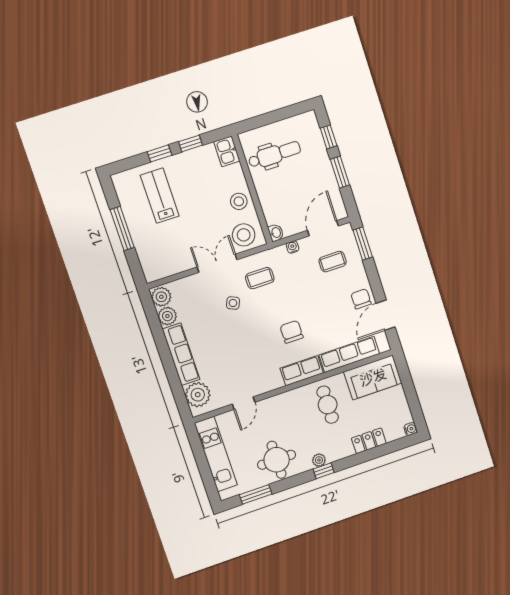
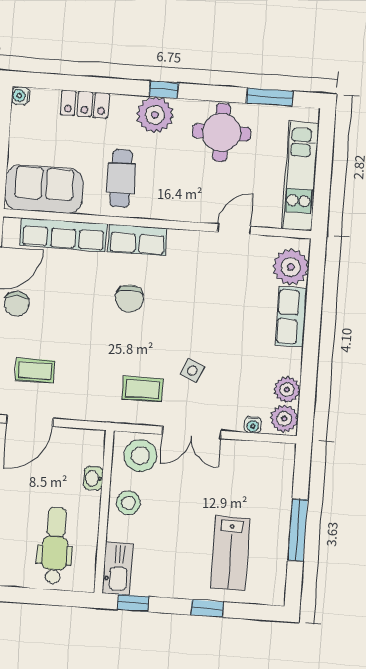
window: (190, 143) -> (133, 603), moved
kitchen sink: (227, 151) -> (117, 568), width x1.38
dental chair: (274, 155) -> (55, 546), turned 90
washbasin: (276, 233) -> (93, 478), moved
water cooler: (293, 247) -> (253, 425), moved
row of seats: (181, 354) -> (291, 317), width x0.68
plant: (319, 460) -> (155, 115), width x1.88, depth x1.88

